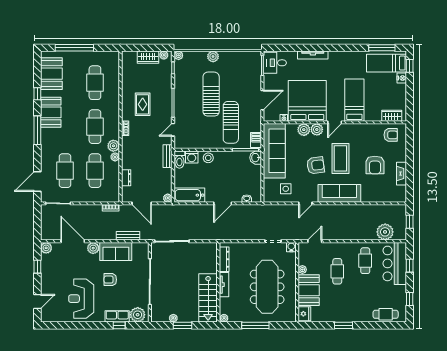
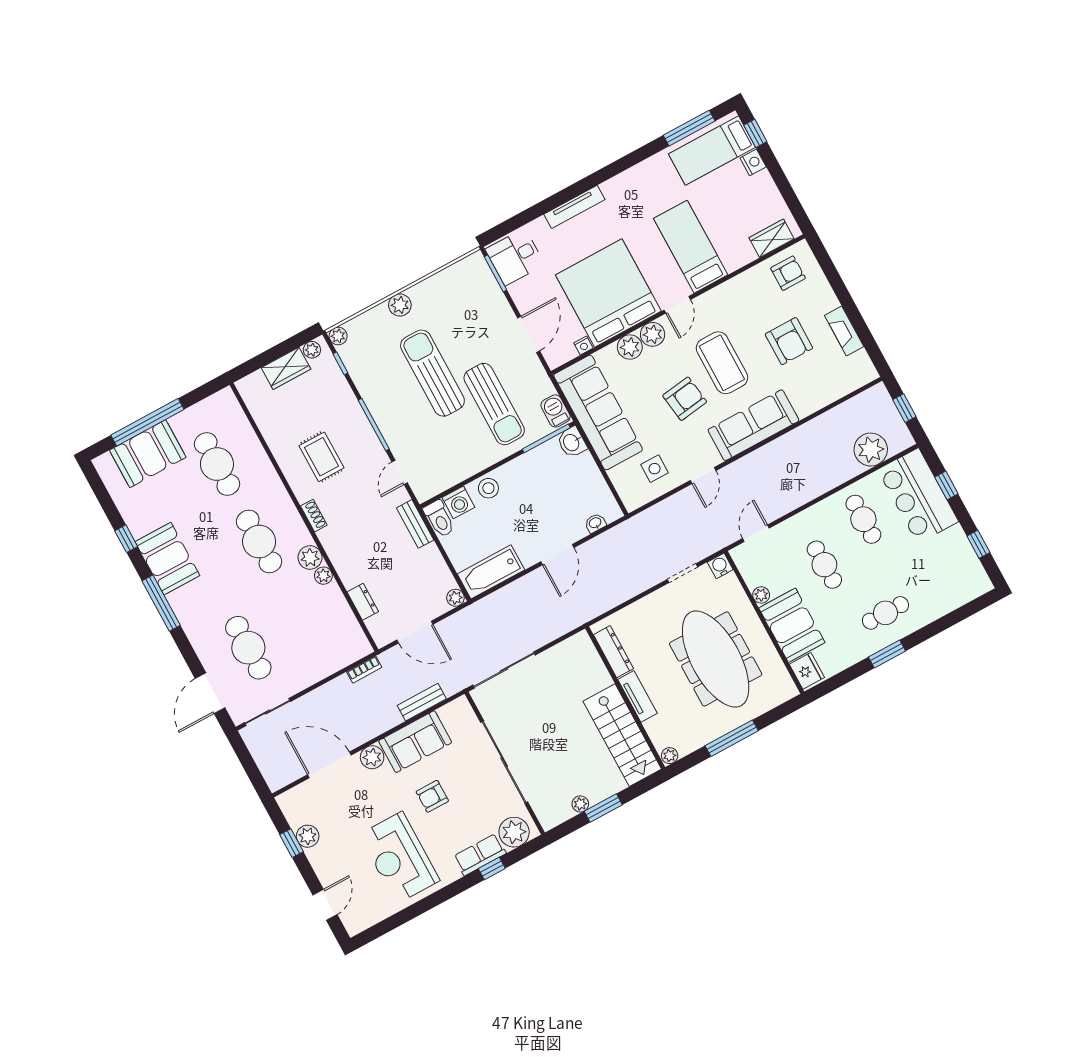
booth: (51, 74) -> (148, 454), moved, turned 90
cafe table: (95, 171) -> (301, 619), removed
plant: (46, 248) -> (308, 836), moved
cafe table: (386, 314) -> (885, 613), moved

